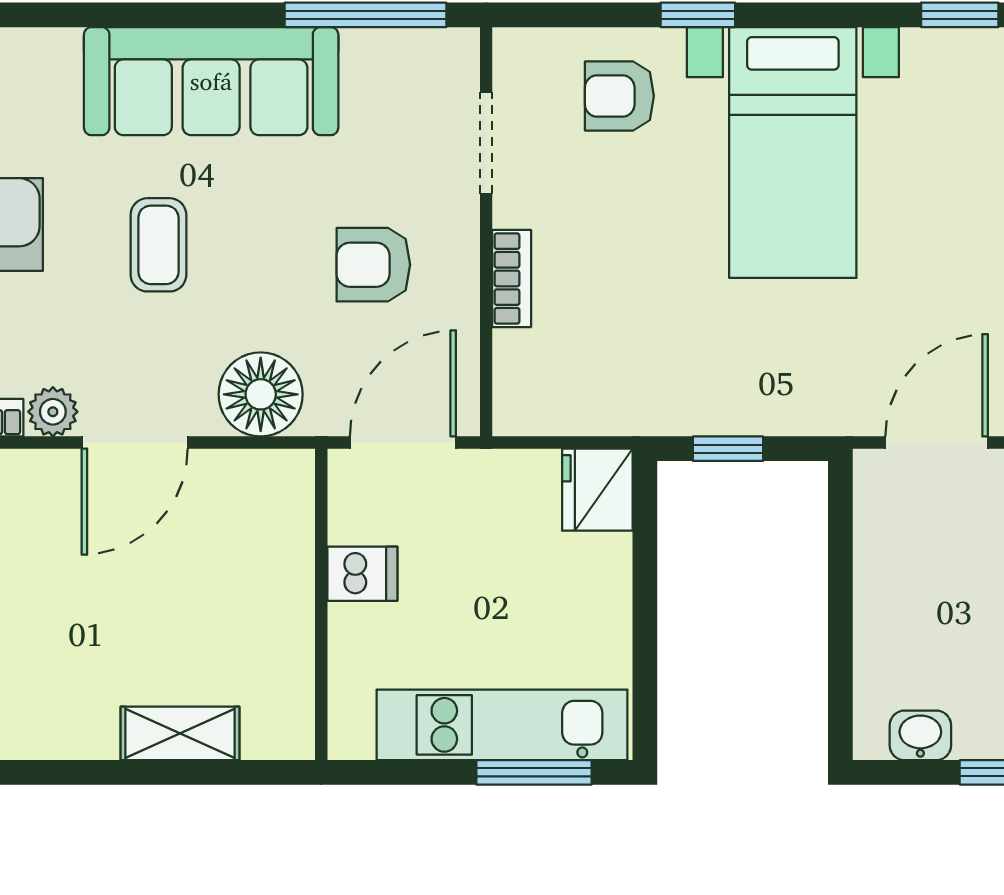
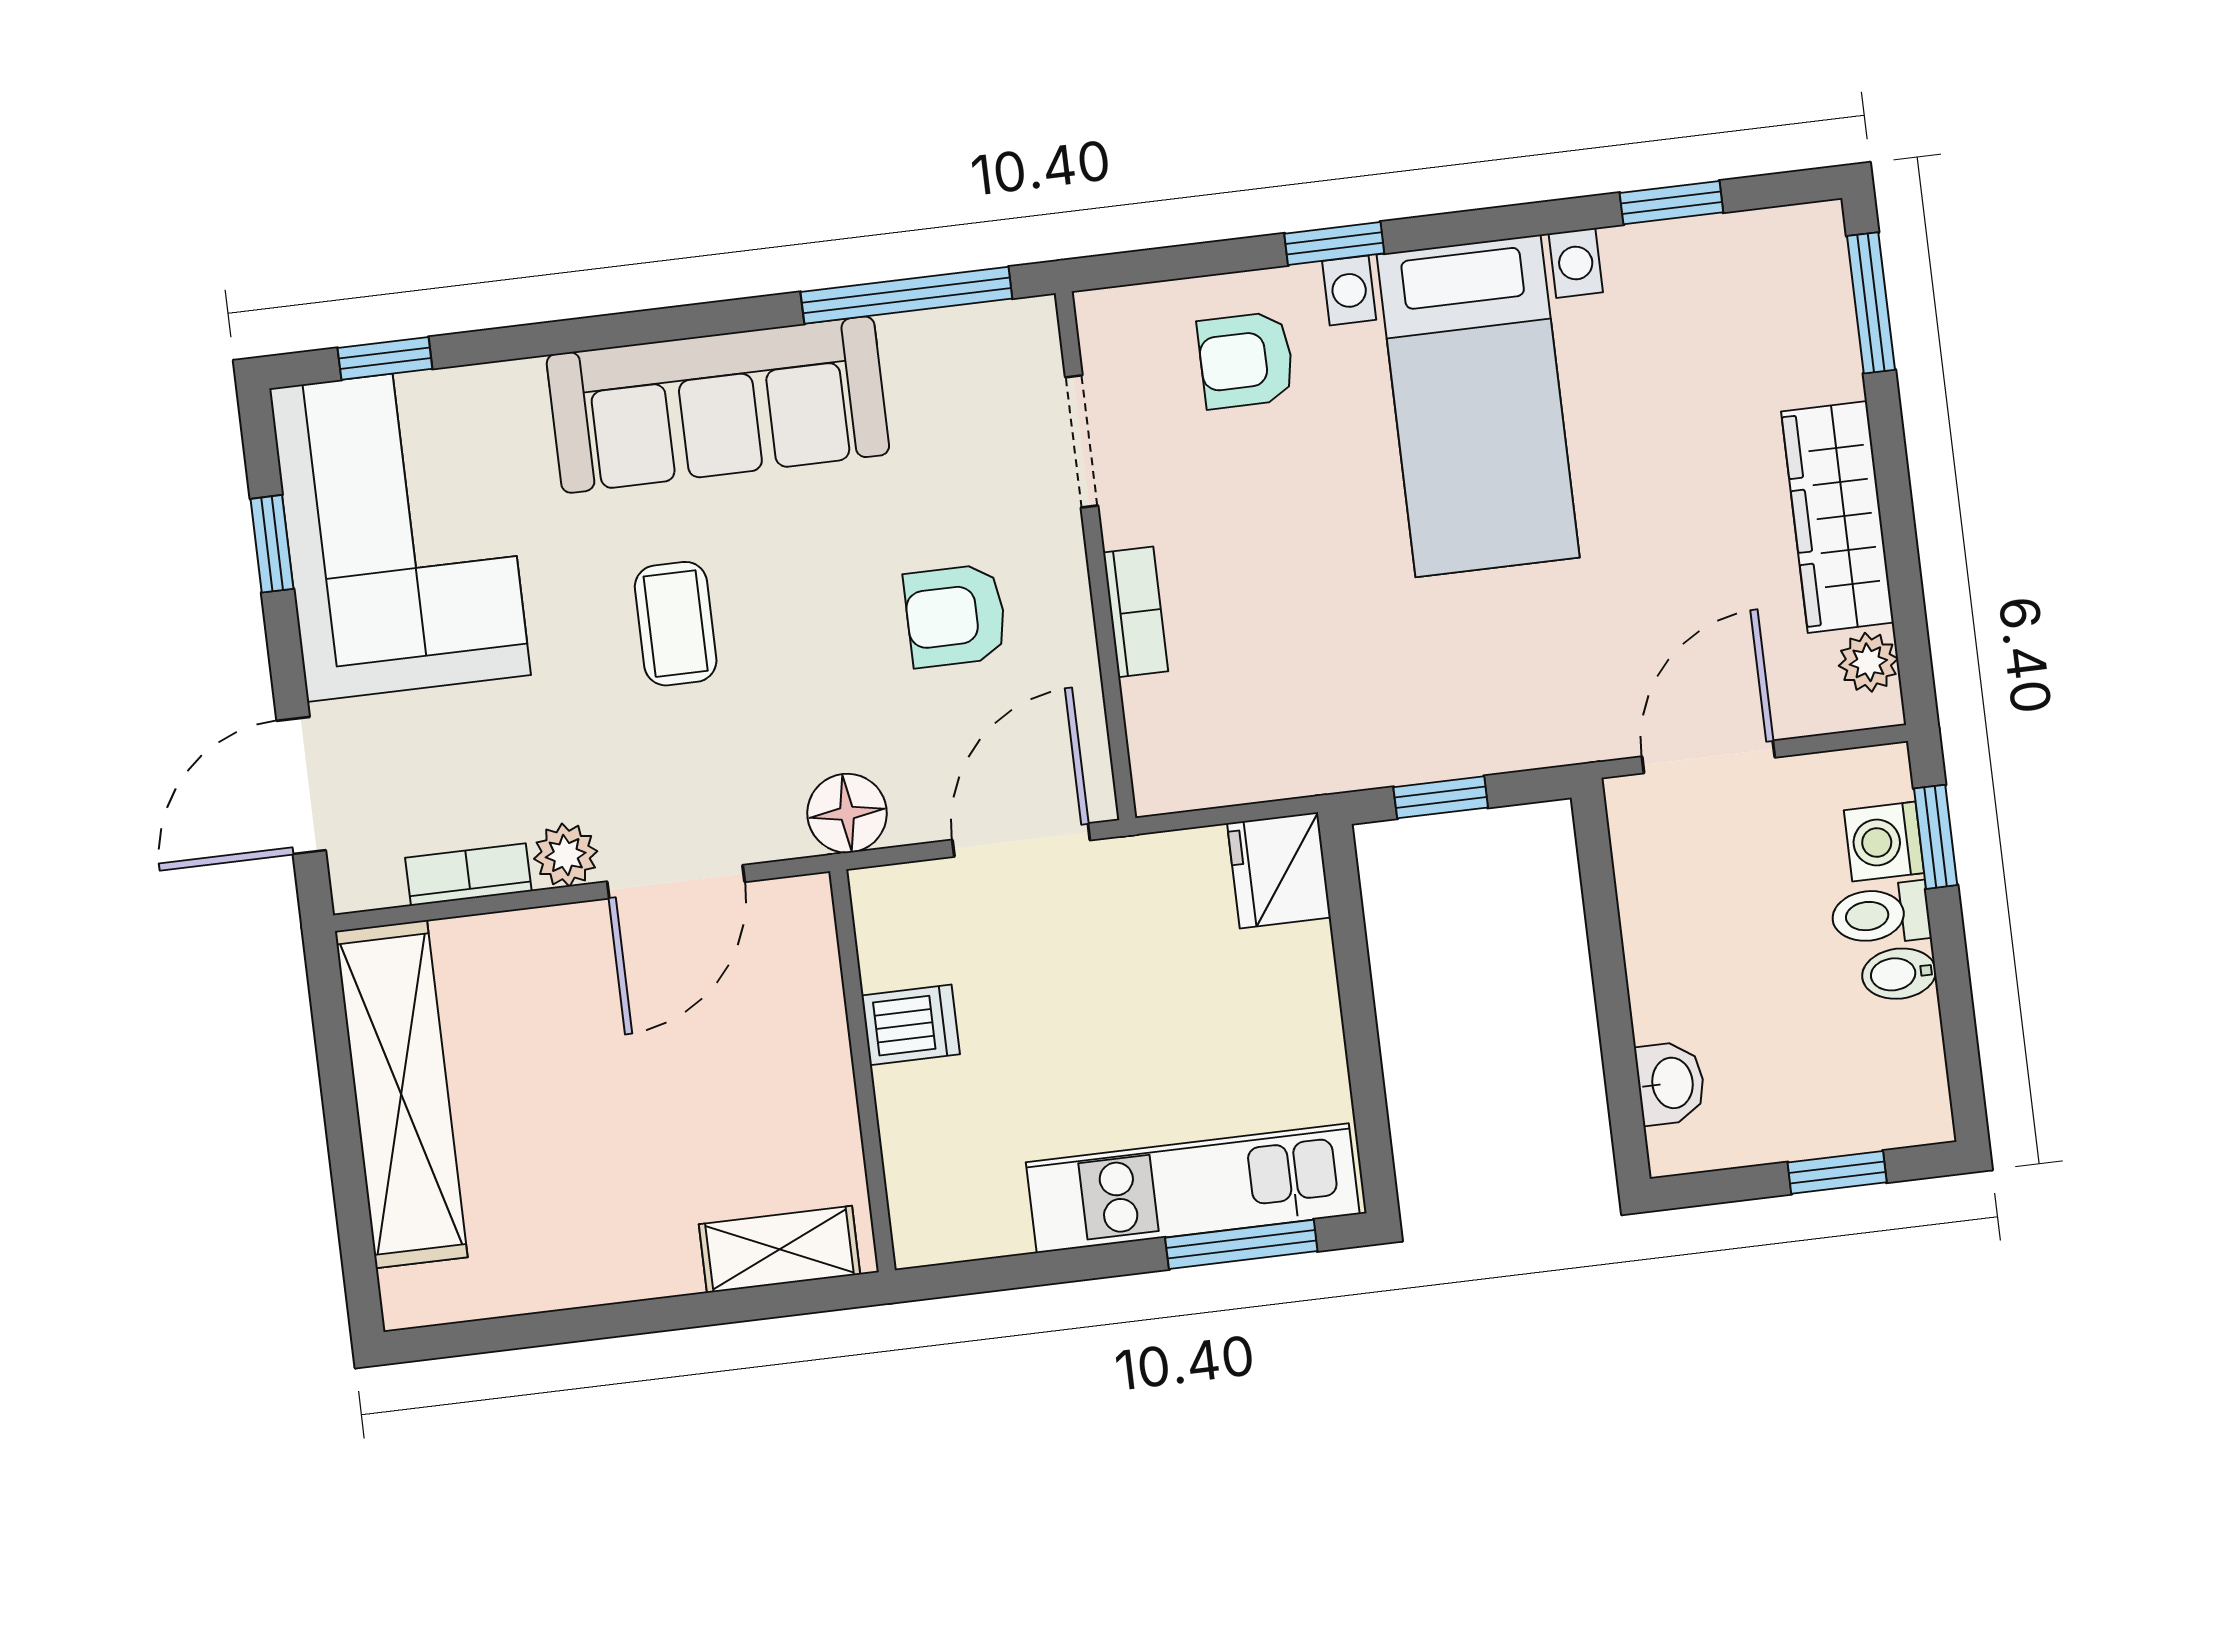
floor lamp: (261, 394) -> (847, 813), width x0.73, depth x0.73
dishwasher: (362, 574) -> (911, 1025), moved
wall: (321, 604) -> (862, 1071), moved
washbasin: (920, 735) -> (1671, 1083), moved, turned 90

